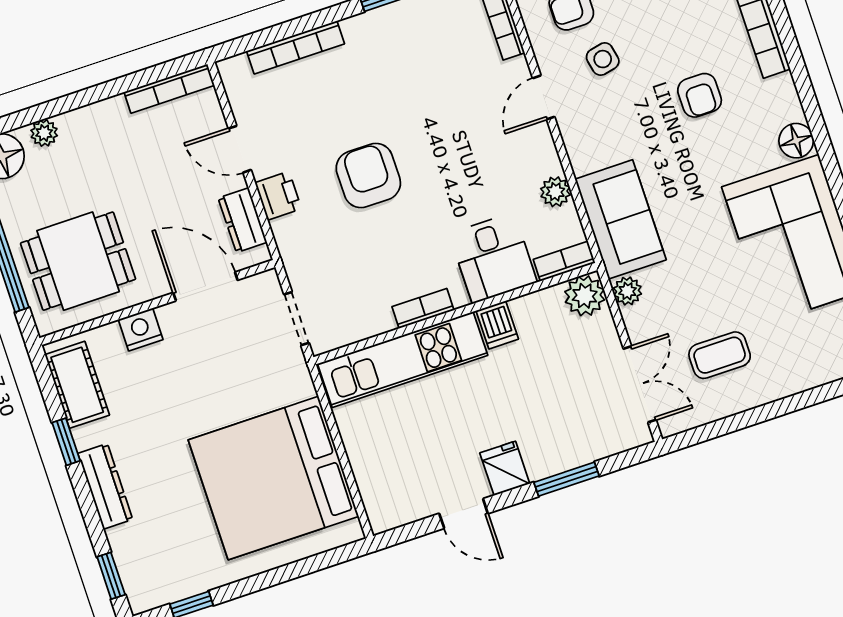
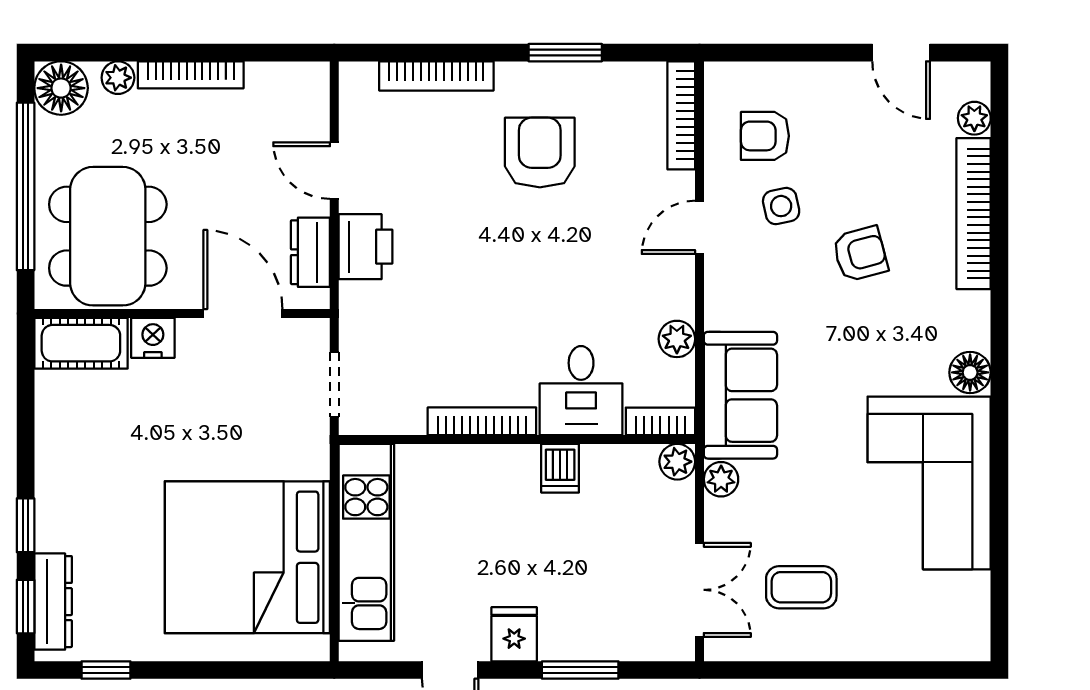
bookcase: (169, 89) -> (191, 75), moved
armchair: (700, 95) -> (860, 254), moved, turned -105
armchair: (368, 176) -> (540, 153), moved
printer: (278, 196) -> (365, 247), width x1.36, depth x1.24
dining table: (78, 261) -> (108, 236), width x1.38
plant: (585, 296) -> (677, 462), width x0.73, depth x0.73
bookcase: (423, 308) -> (482, 421), width x1.56
kitchen unit: (403, 360) -> (366, 542), moved, turned -90
cot: (77, 385) -> (81, 343), moved, turned 90
window: (66, 442) -> (26, 525), moved
dresser: (105, 486) -> (53, 602), moved

